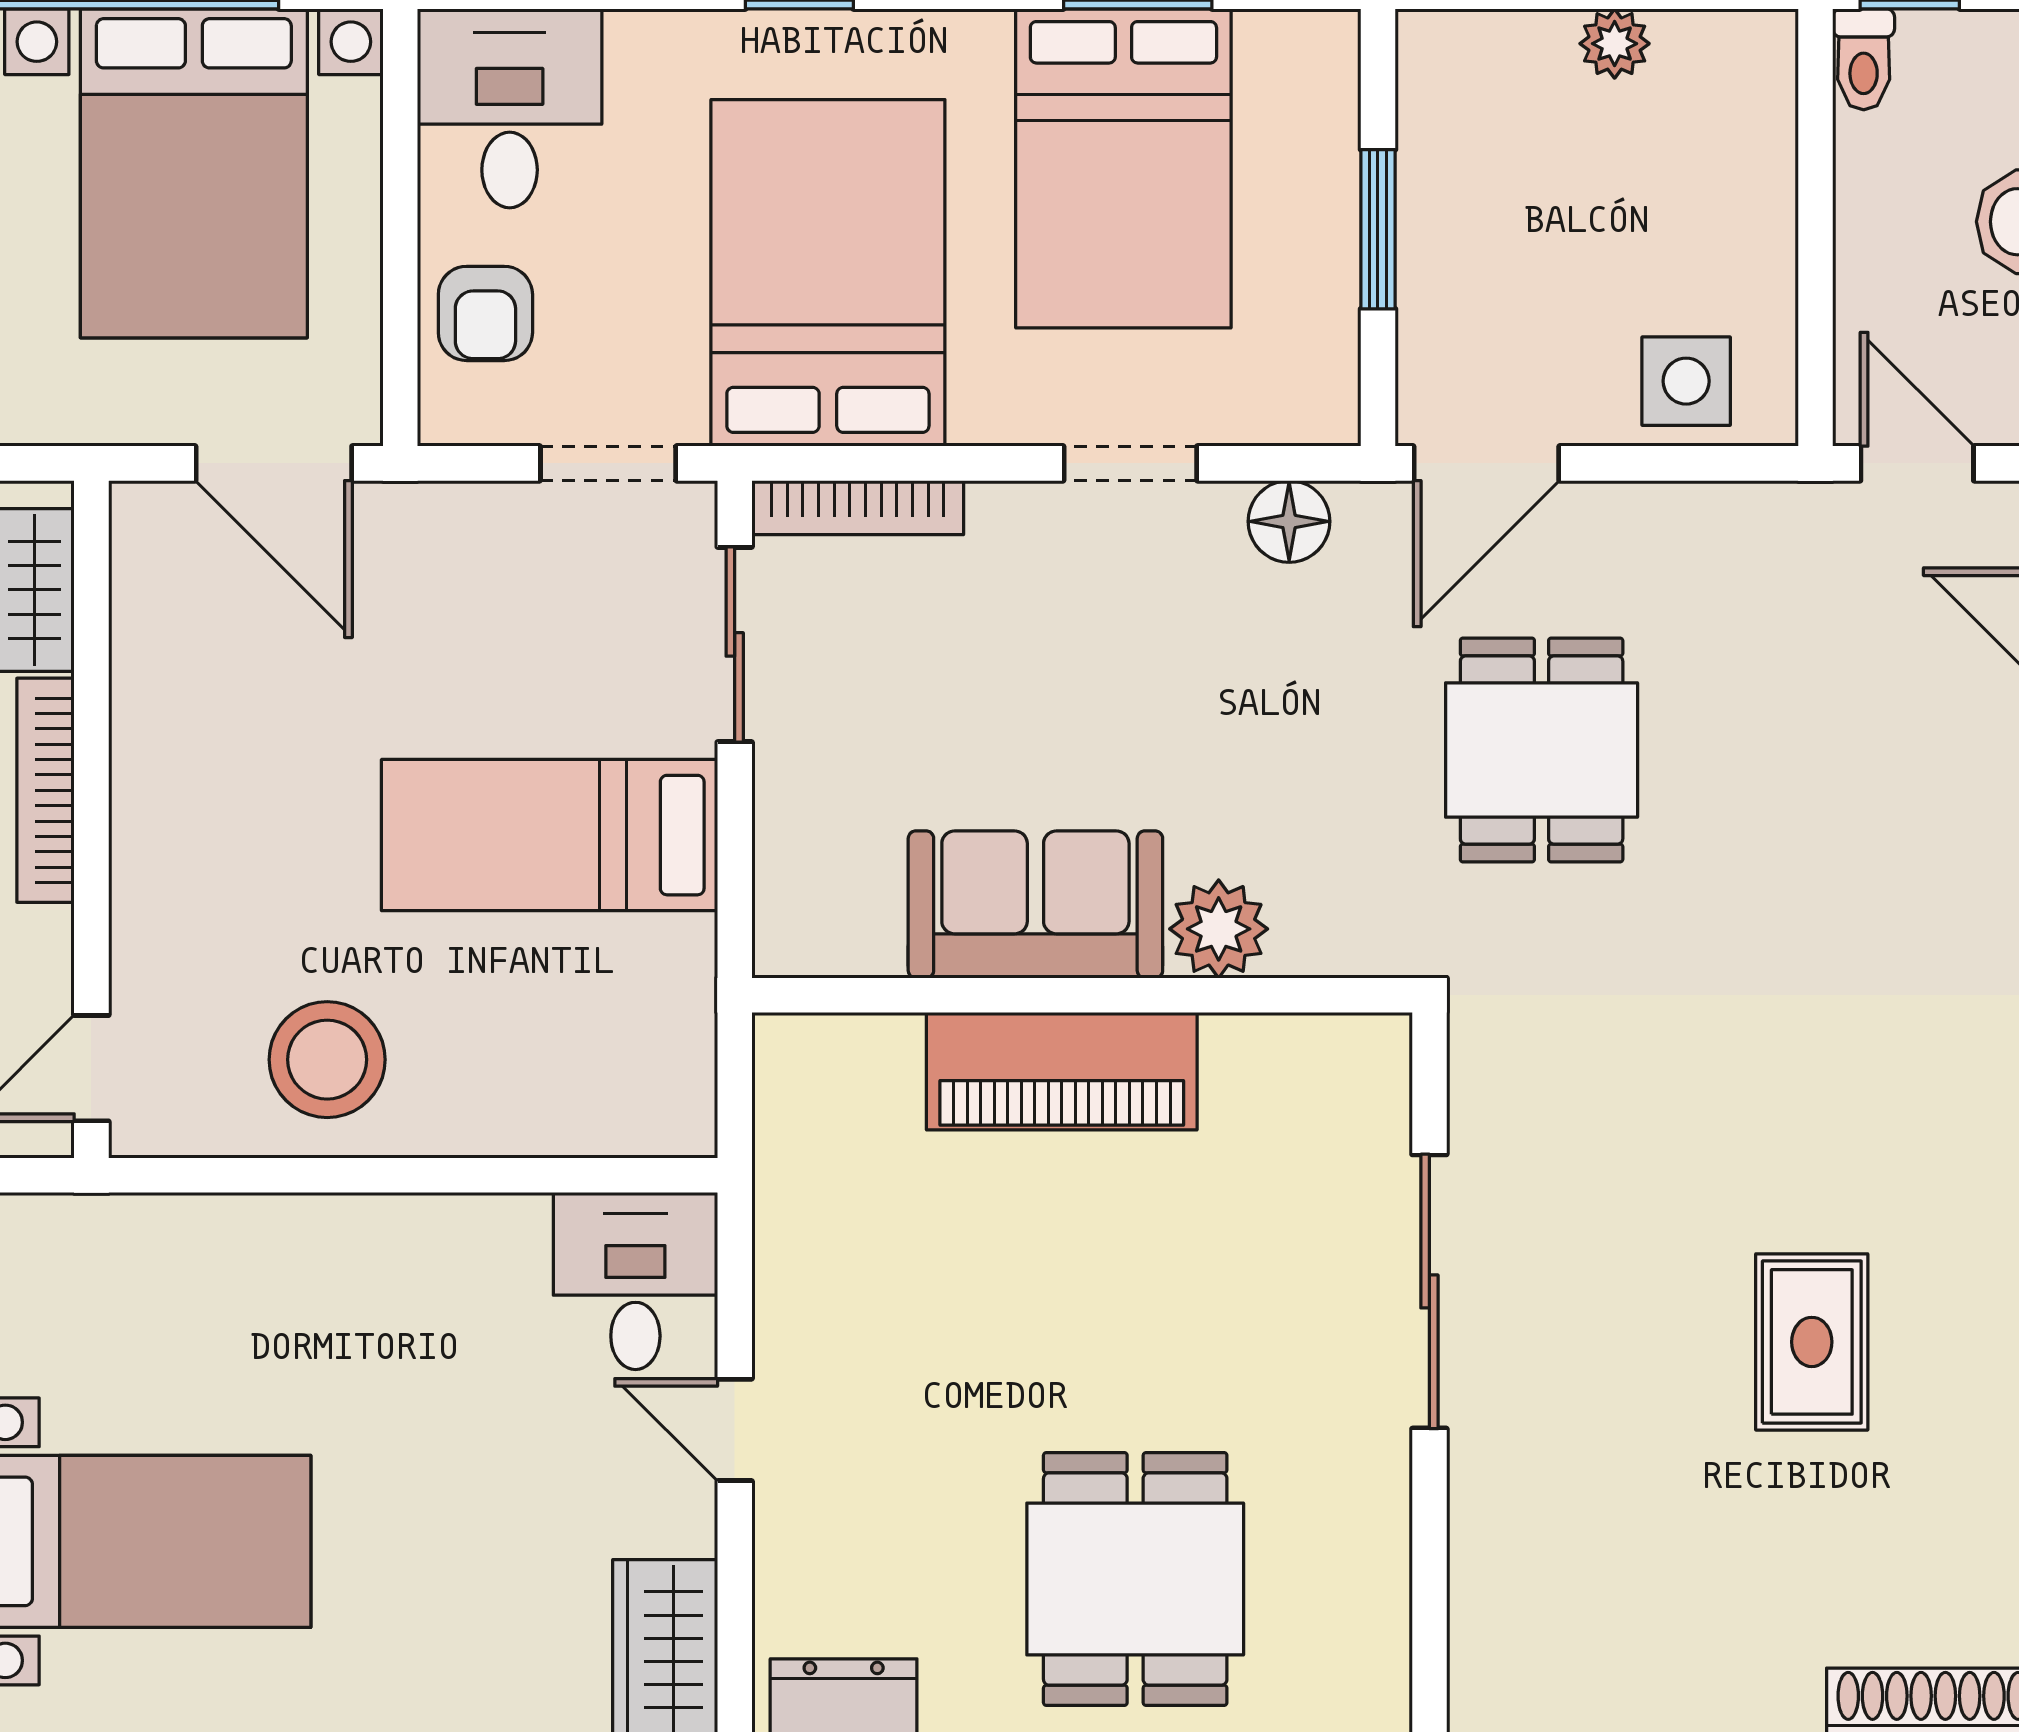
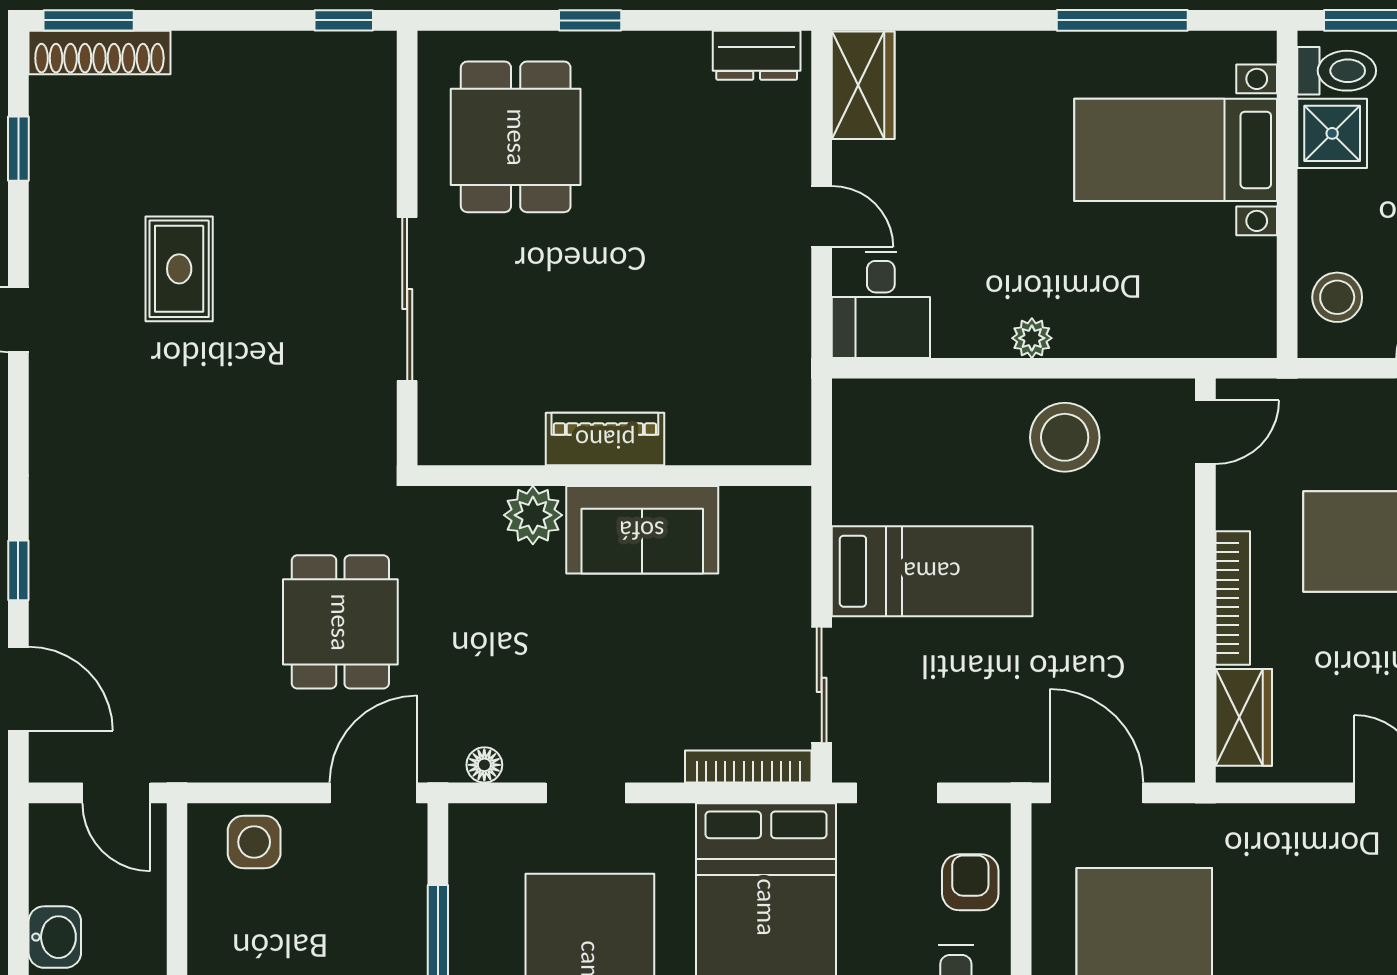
floor lamp: (1289, 521) -> (484, 765), width x0.73, depth x0.73
piano: (1062, 1071) -> (605, 439), width x0.73, depth x0.75
plant: (382, 1226) -> (1032, 338), added
dining table: (1135, 1579) -> (516, 137), moved

